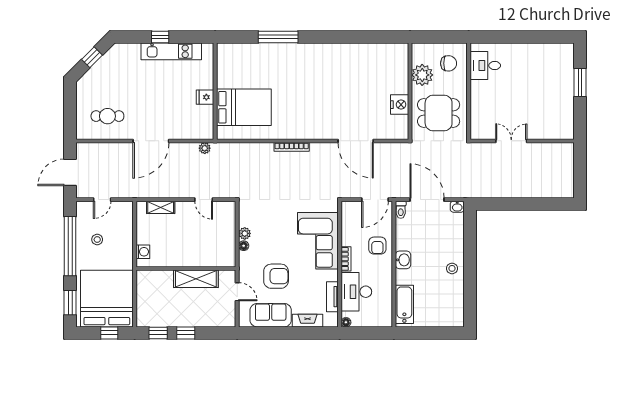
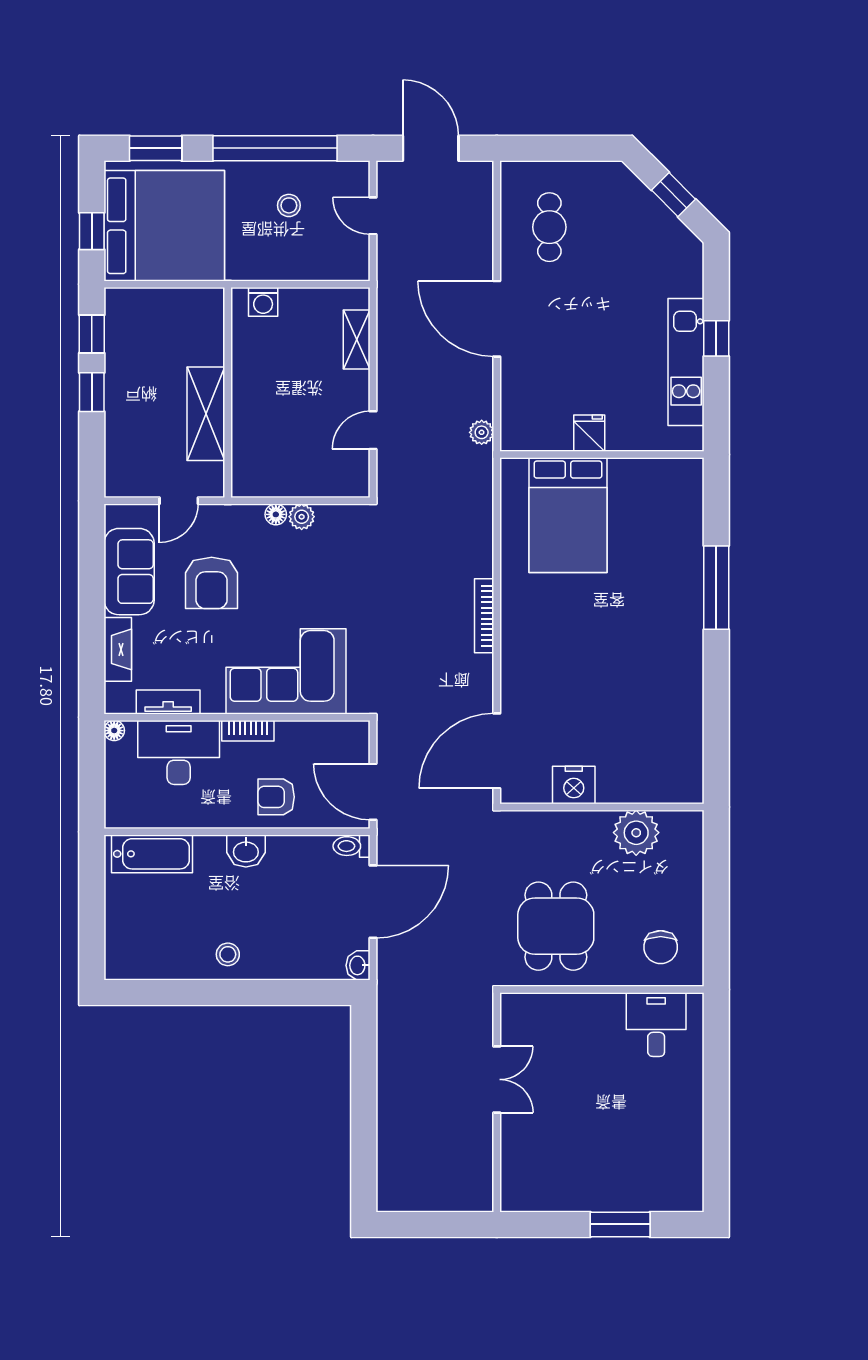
plant: (422, 75) -> (636, 833), moved
wall: (410, 91) -> (602, 807), moved
nightstand: (400, 105) -> (574, 785), moved

